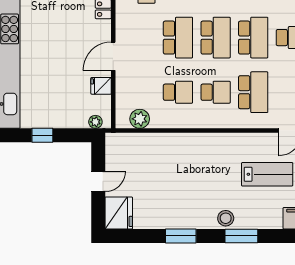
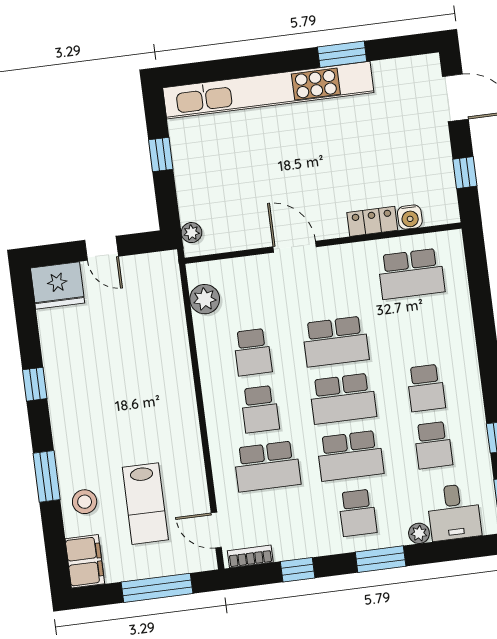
fridge: (101, 86) -> (247, 234), removed
stool: (226, 218) -> (85, 502), moved
window: (181, 236) -> (35, 384), width x0.67

